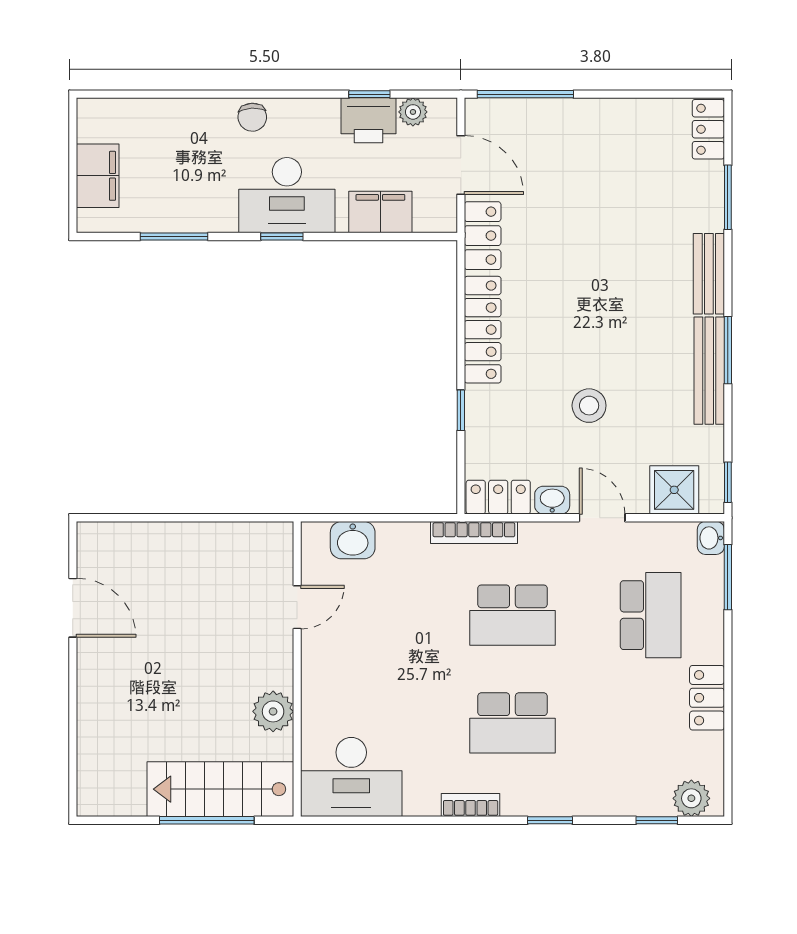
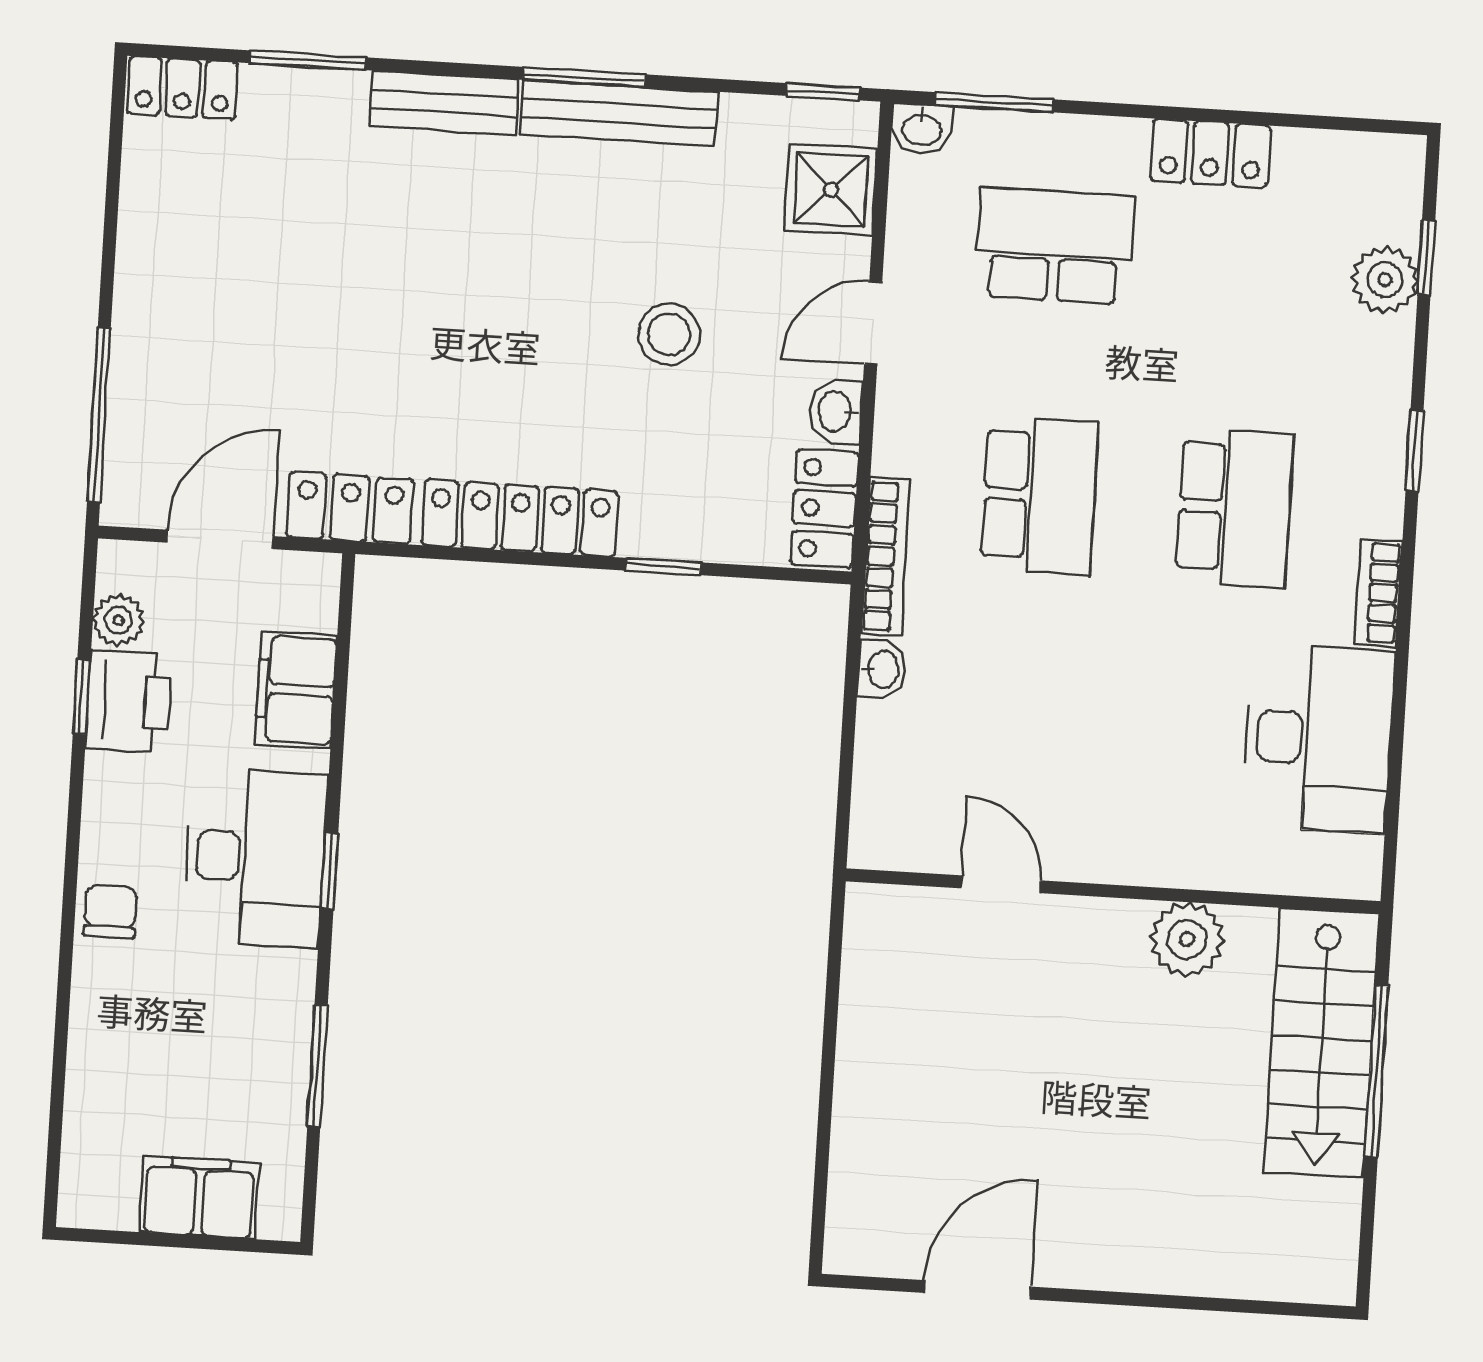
chair: (252, 117) -> (110, 911), turned -87
washbasin: (353, 540) -> (882, 669), moved, width x0.72, depth x0.69
desk: (351, 777) -> (1318, 739), moved
plant: (691, 798) -> (1385, 280), moved

